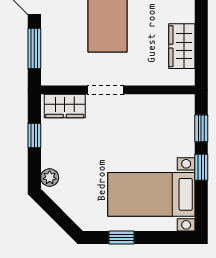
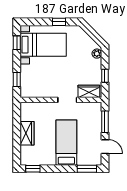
wardrobe: (182, 46) -> (27, 133), moved
window: (201, 167) -> (17, 43), moved

